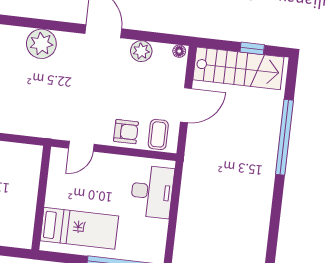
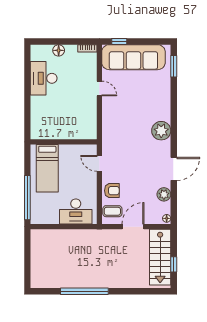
door: (186, 105) -> (133, 227), swing flipped
armchair: (126, 132) -> (112, 191), turned -90
window: (284, 137) -> (84, 291), moved

